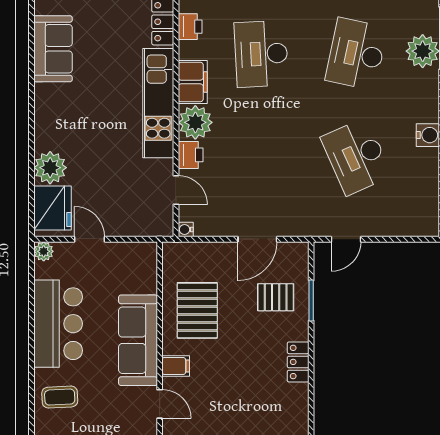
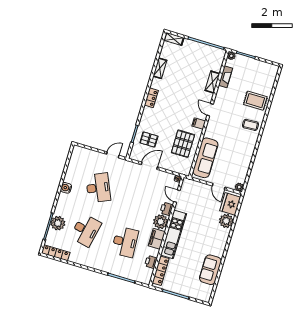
bar counter: (58, 324) -> (242, 155), removed
sofa: (138, 340) -> (205, 158), moved
locker: (298, 362) -> (151, 98), moved

